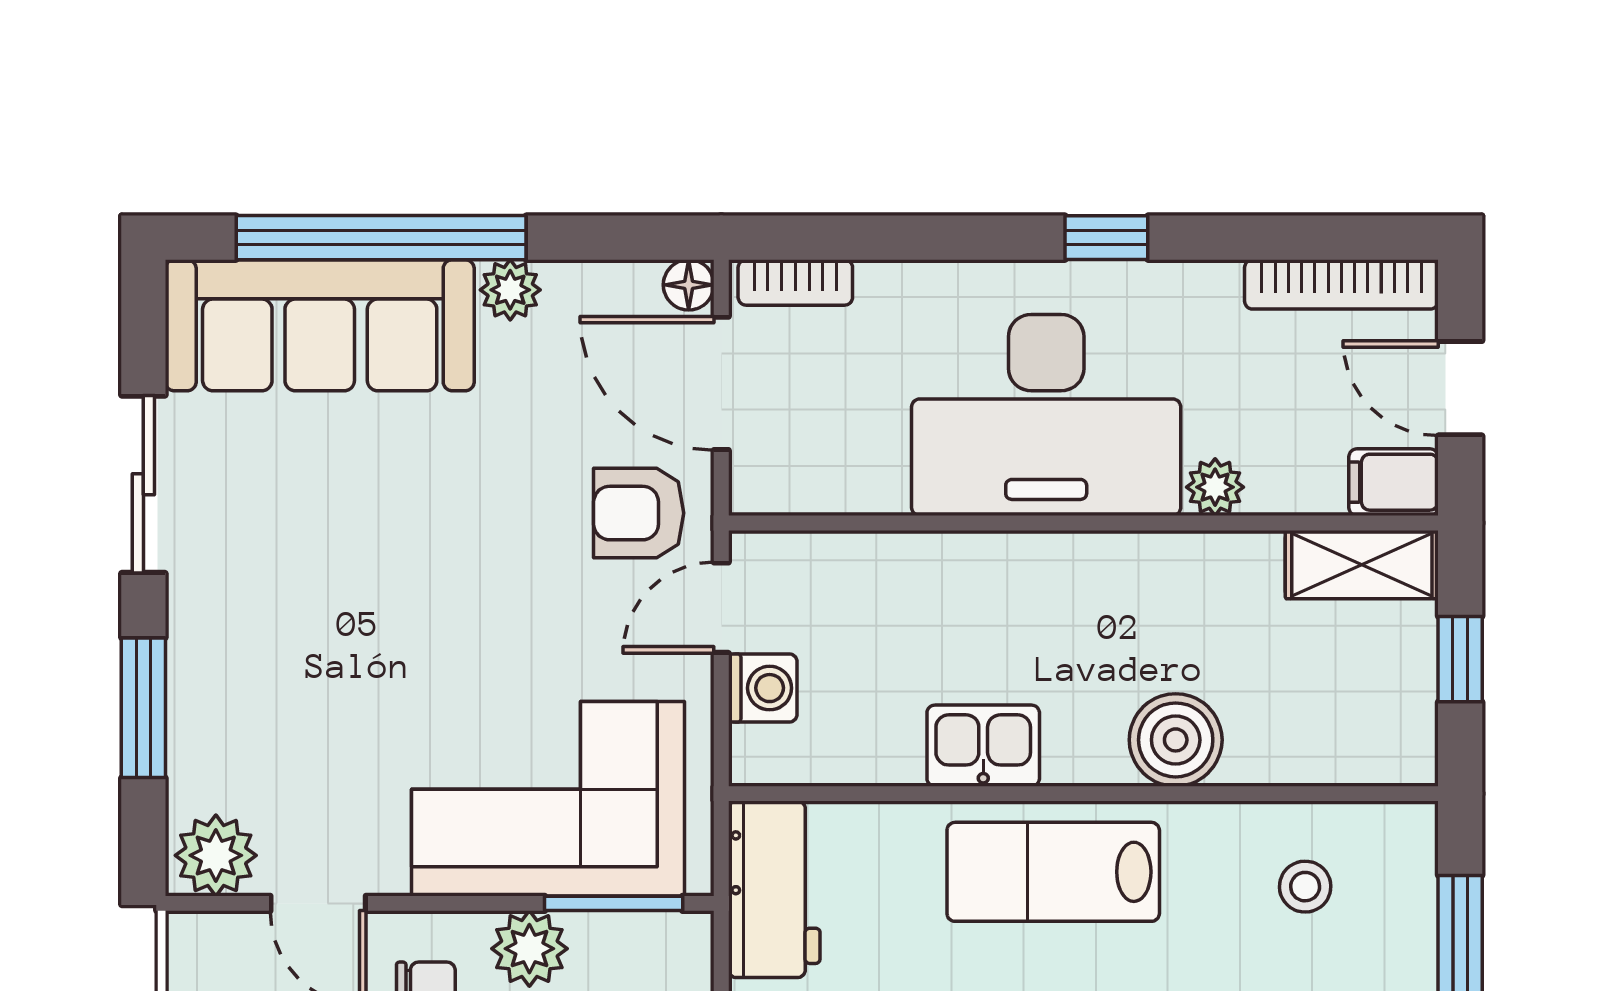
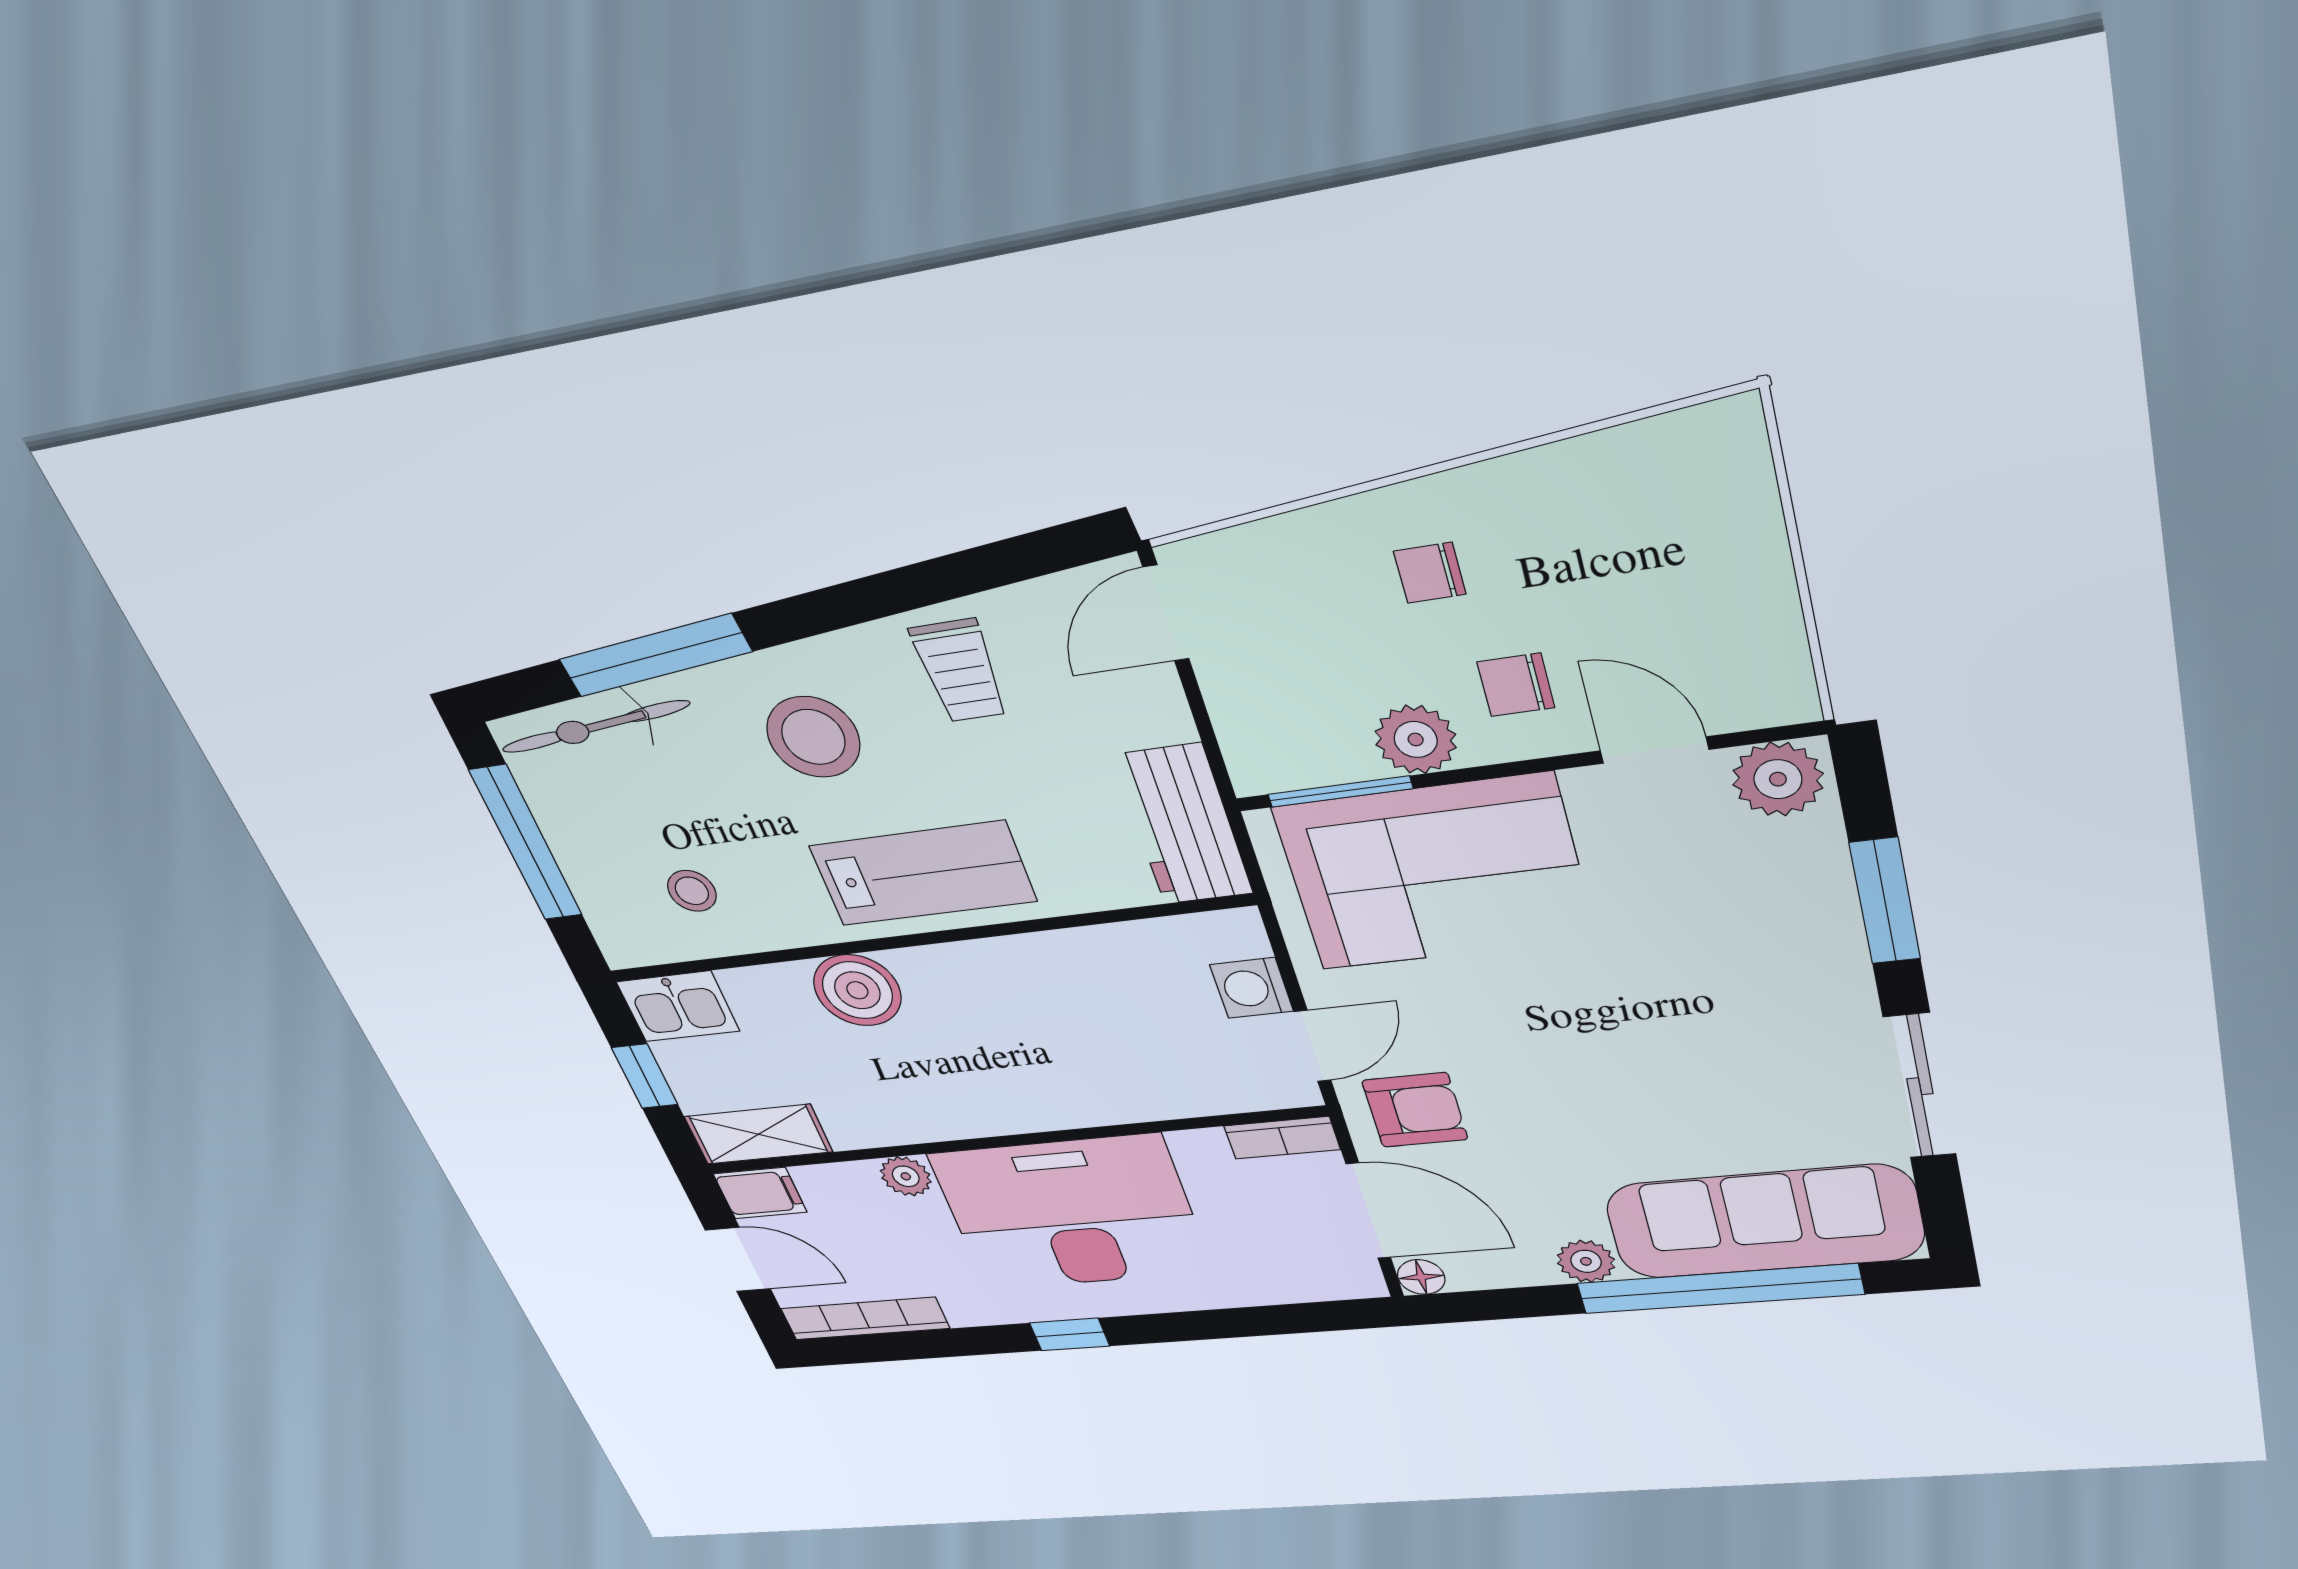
bookcase: (795, 282) -> (1282, 1138), moved, turned 180
kitchen sink: (983, 746) -> (678, 1006), moved

